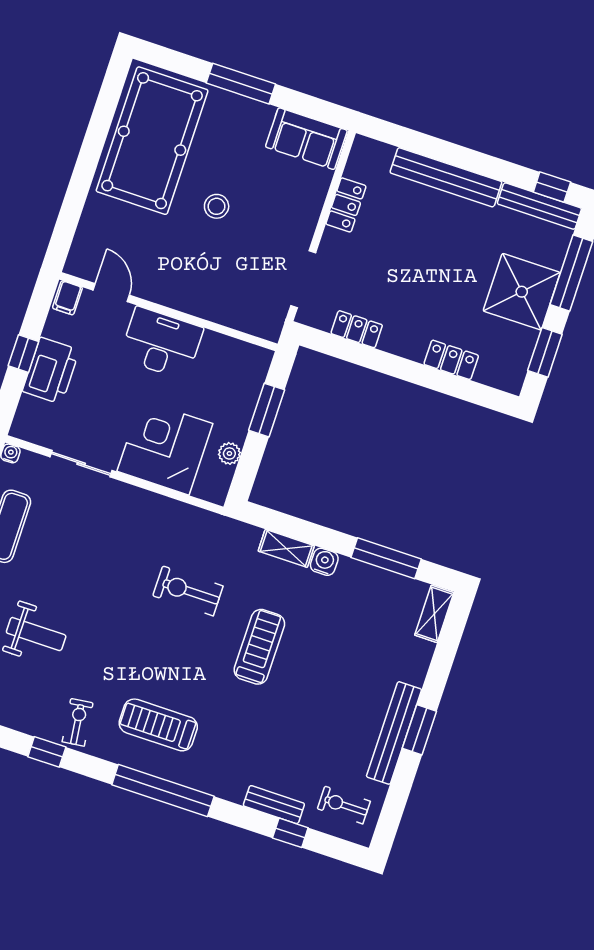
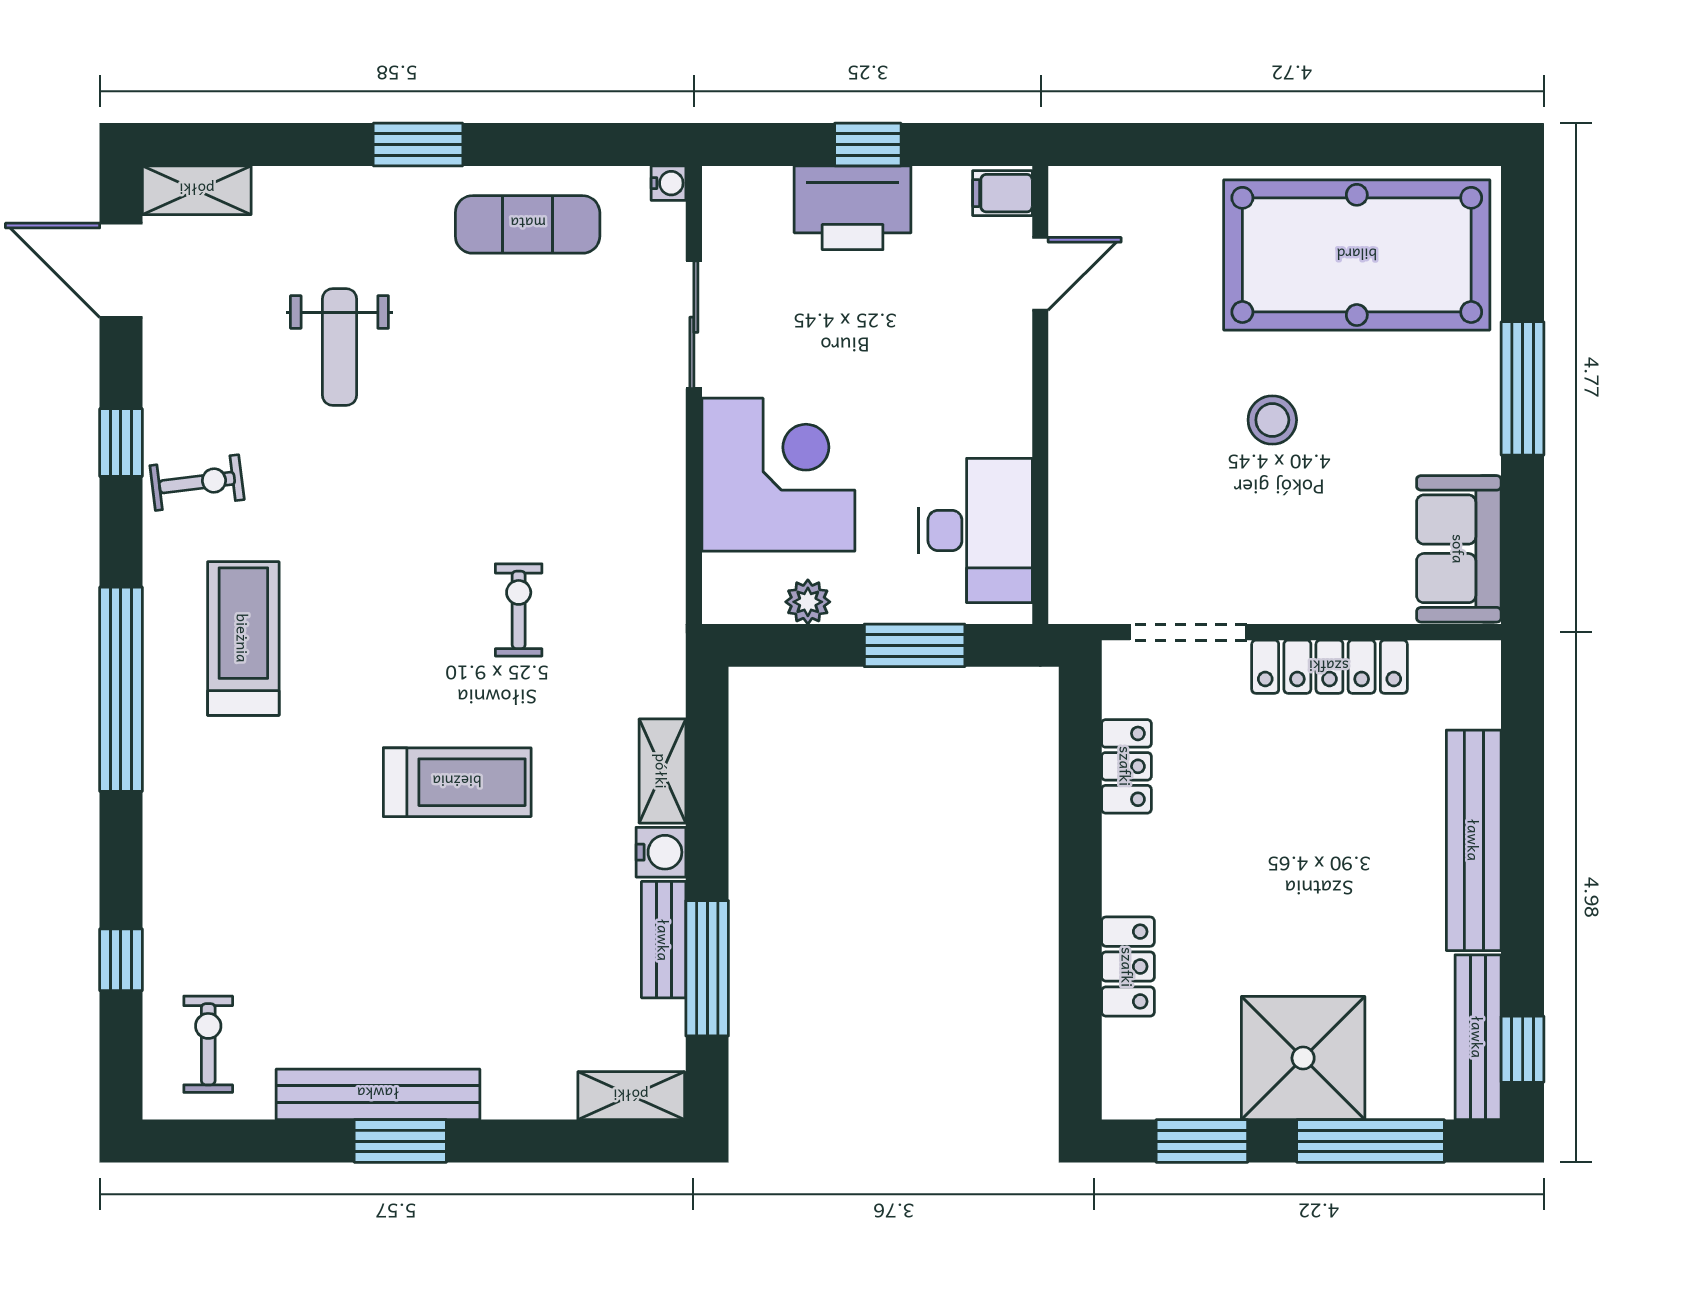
locker: (346, 205) -> (1329, 667), width x1.53
desk: (161, 343) -> (976, 530), moved
exercise bike: (188, 591) -> (519, 610), width x0.73, depth x0.72
bench: (274, 805) -> (664, 940), moved

